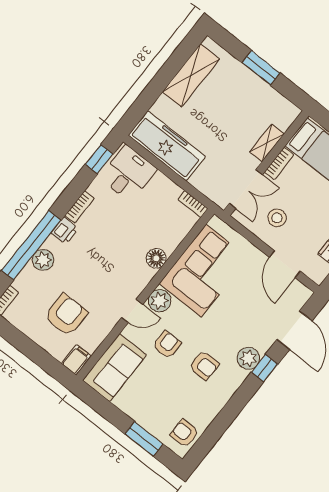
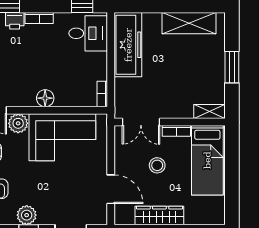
shelving: (267, 143) -> (210, 112), moved
stool: (277, 218) -> (157, 165), moved
door: (285, 264) -> (111, 189), swing flipped

